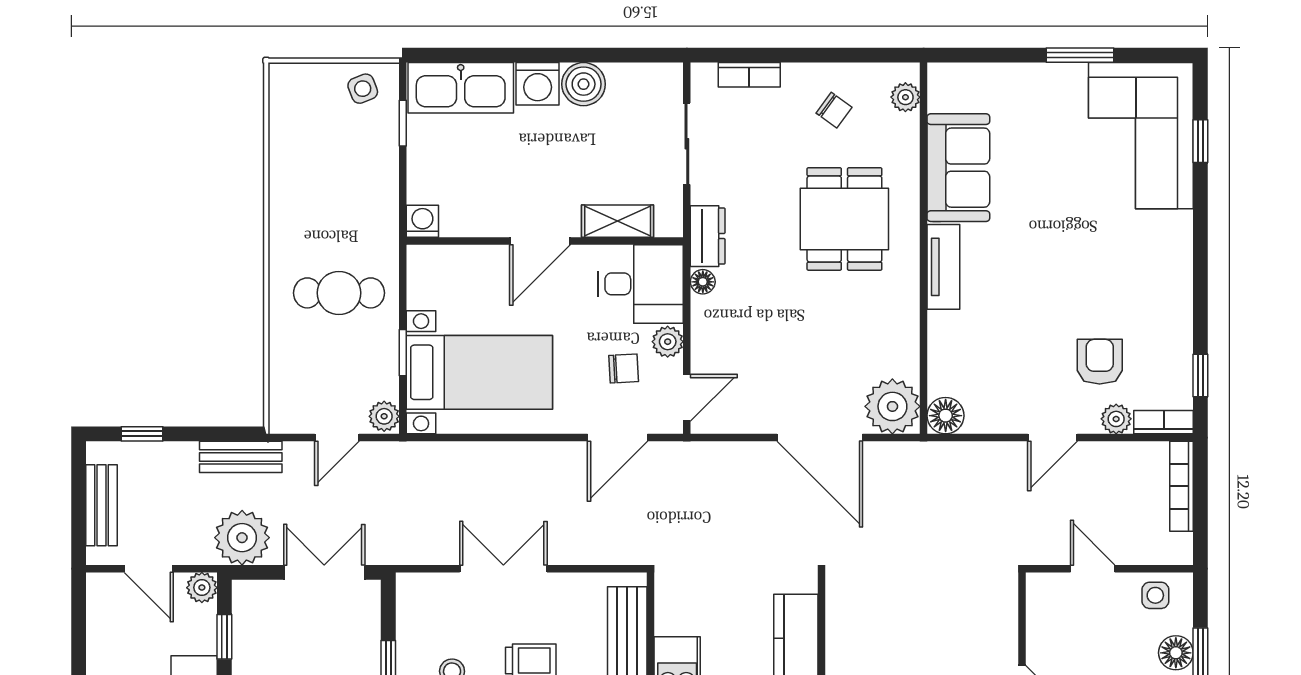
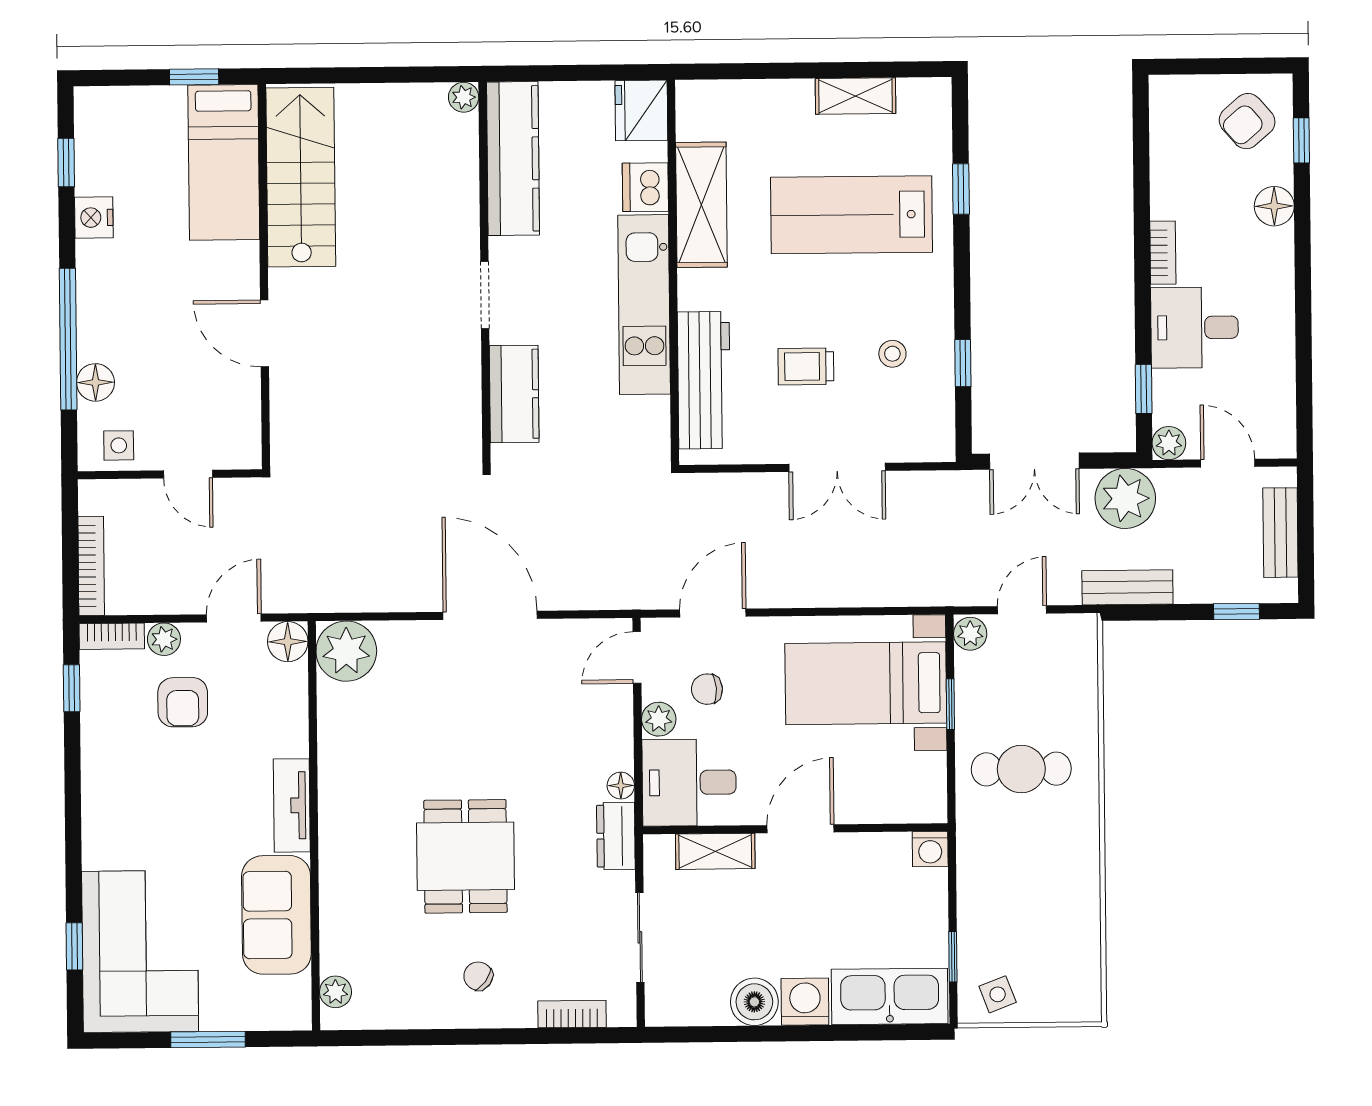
plant: (905, 97) -> (336, 992), moved
sofa: (958, 168) -> (276, 915), moved
wall: (924, 248) -> (314, 826), moved
tv unit: (943, 267) -> (292, 805), moved
plant: (892, 406) -> (346, 651), moved
floor lamp: (946, 416) -> (288, 642), moved

